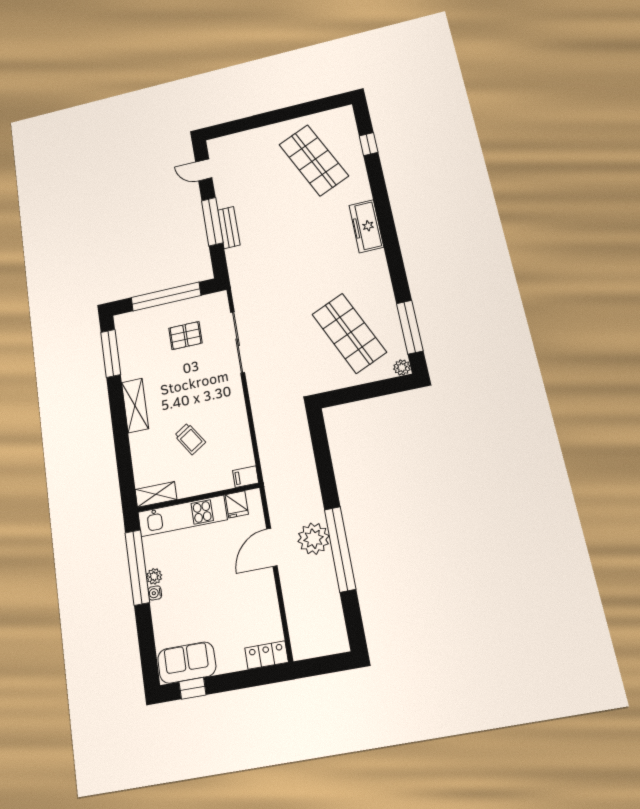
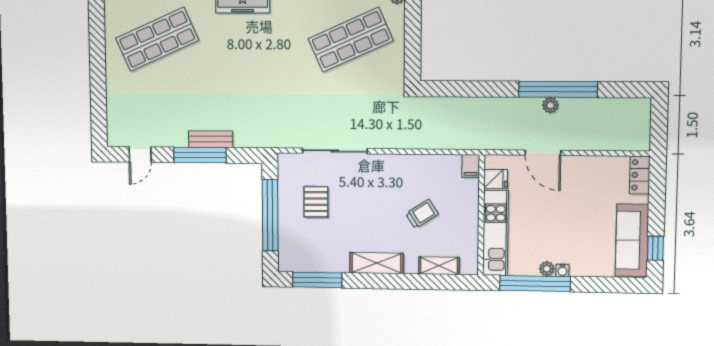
shelving: (156, 494) -> (439, 266), moved, turned 90
plant: (313, 539) -> (550, 105), width x0.53, depth x0.53
sofa: (187, 663) -> (632, 240), width x1.36

